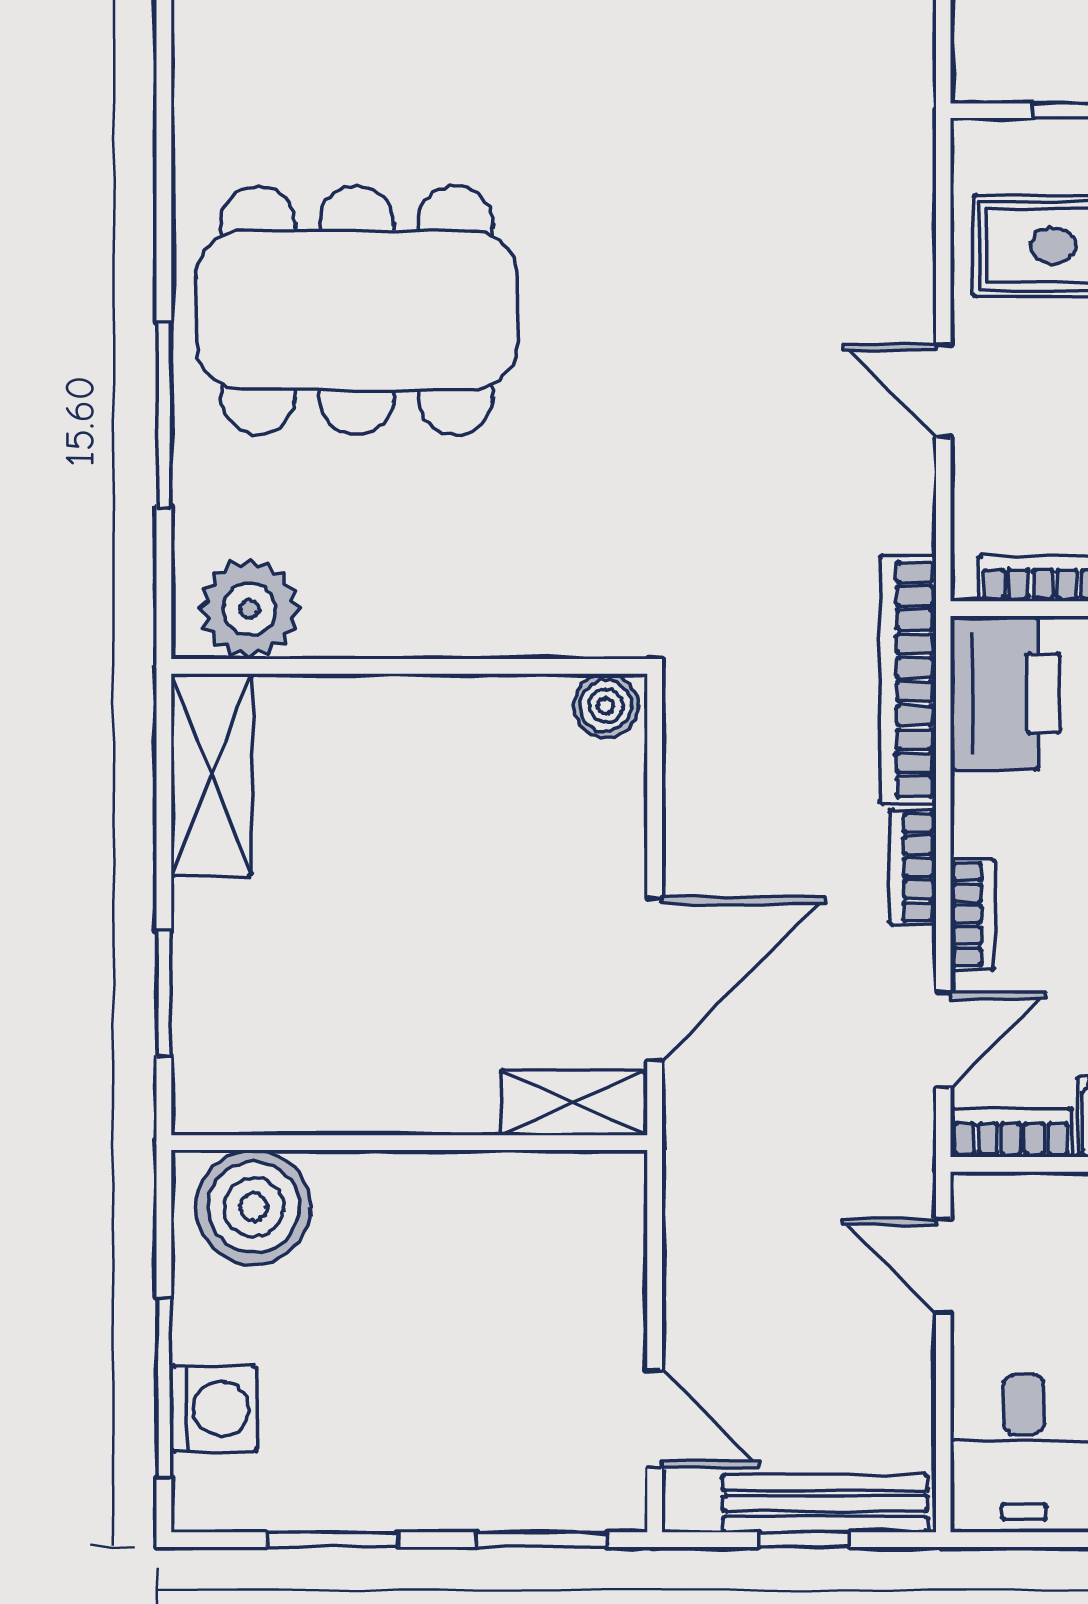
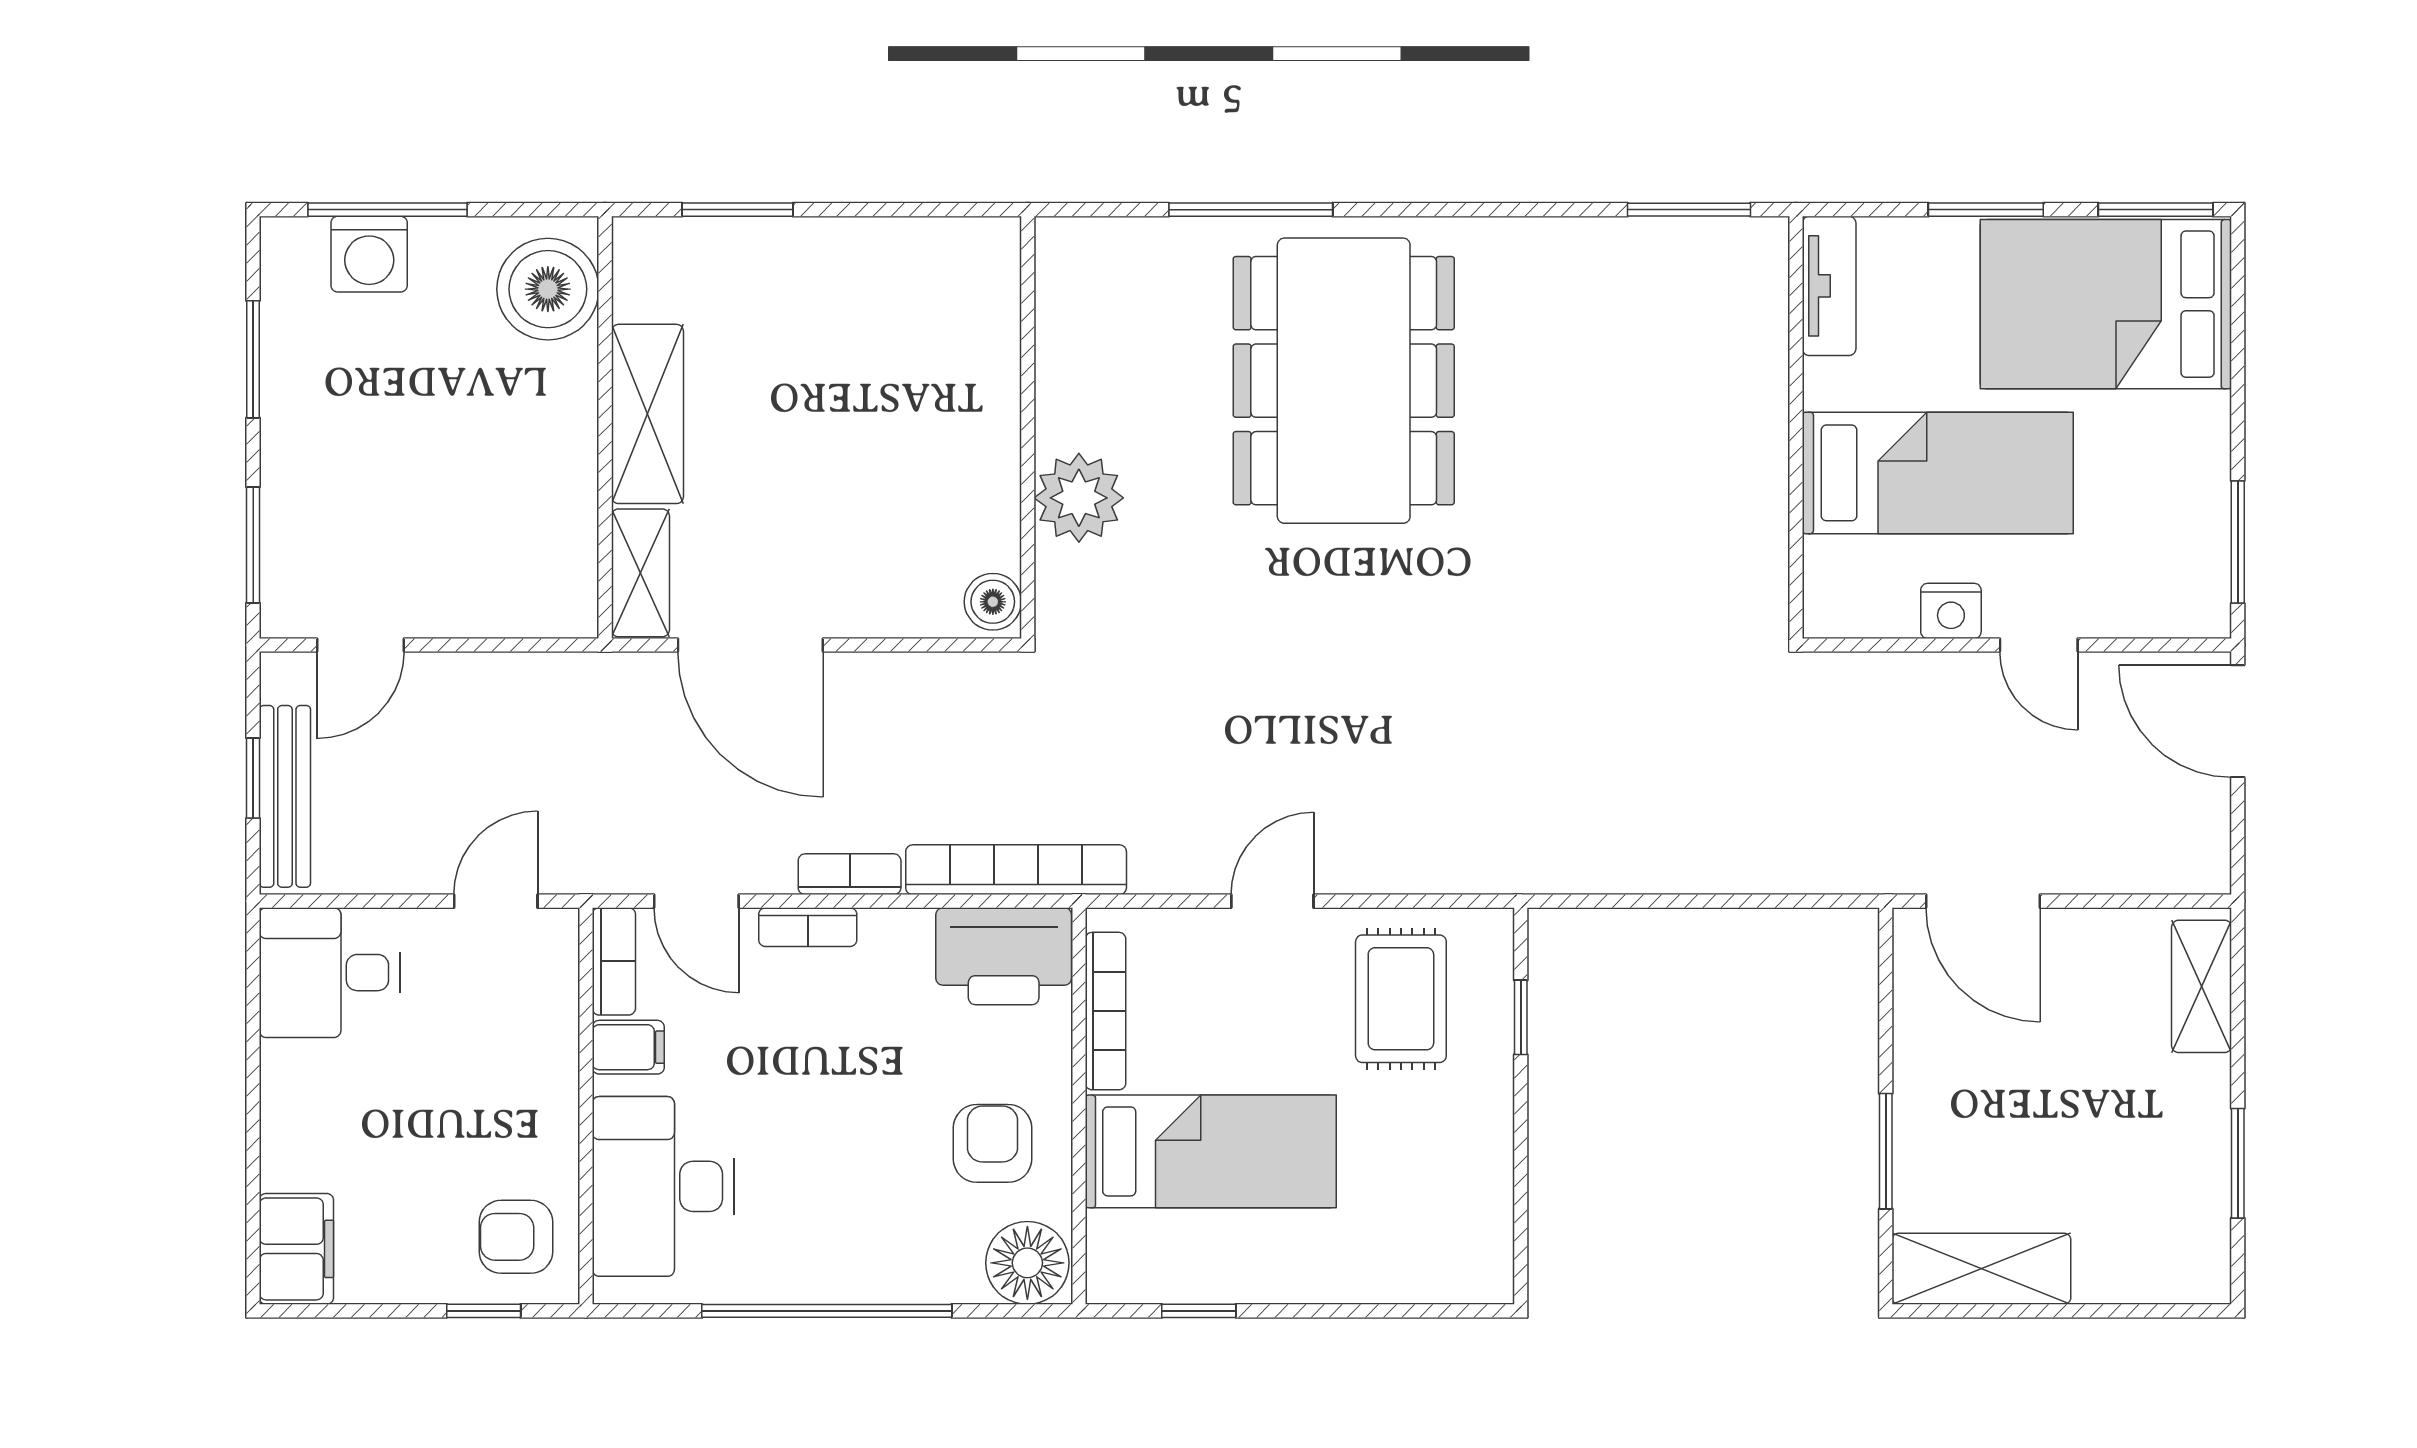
plant: (249, 609) -> (1079, 498), moved
shelving: (212, 775) -> (647, 414), moved, turned 90

